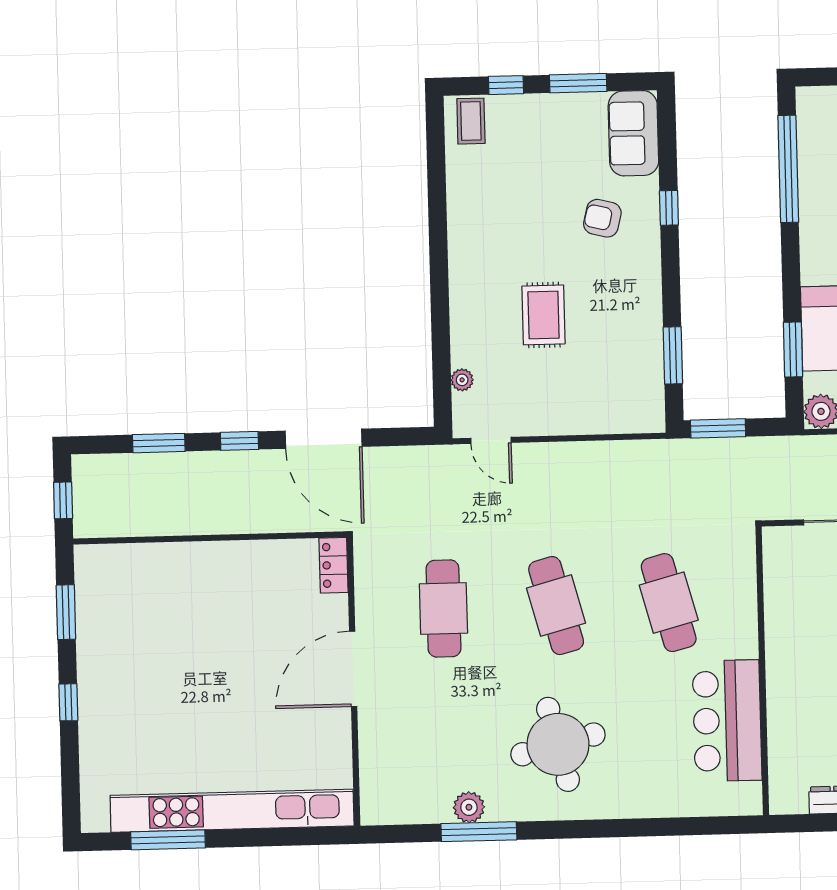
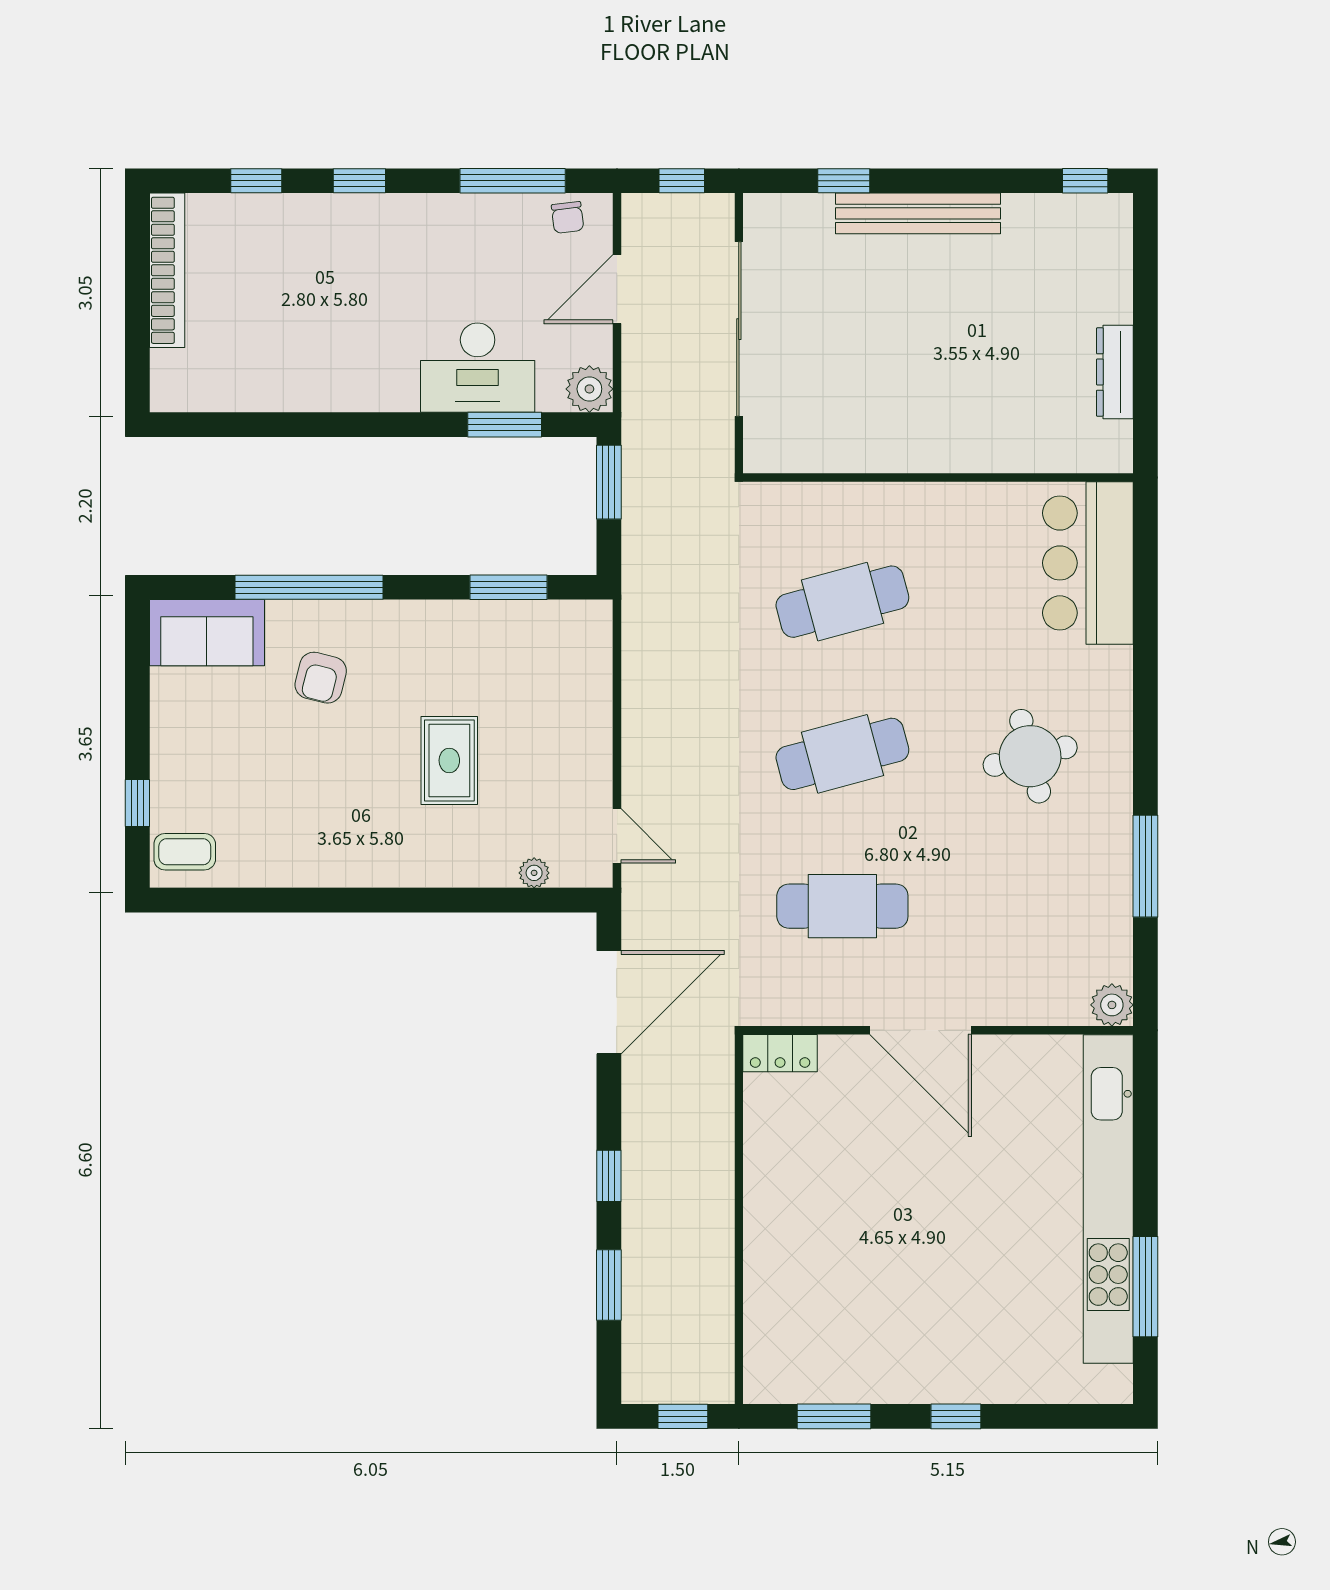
window: (578, 83) -> (137, 706), removed
window: (788, 169) -> (261, 425), removed
window: (669, 208) -> (309, 587), width x3.17
rug: (544, 315) -> (449, 760), turned 90
window: (718, 428) -> (609, 482), moved
door: (324, 439) -> (609, 1002), moved
door: (491, 440) -> (617, 836), hinge flipped
bar counter: (727, 721) -> (1088, 563), moved, turned 90
round table: (558, 744) -> (1030, 756), width x0.73, depth x0.73
plant: (469, 807) -> (1112, 1005), moved

